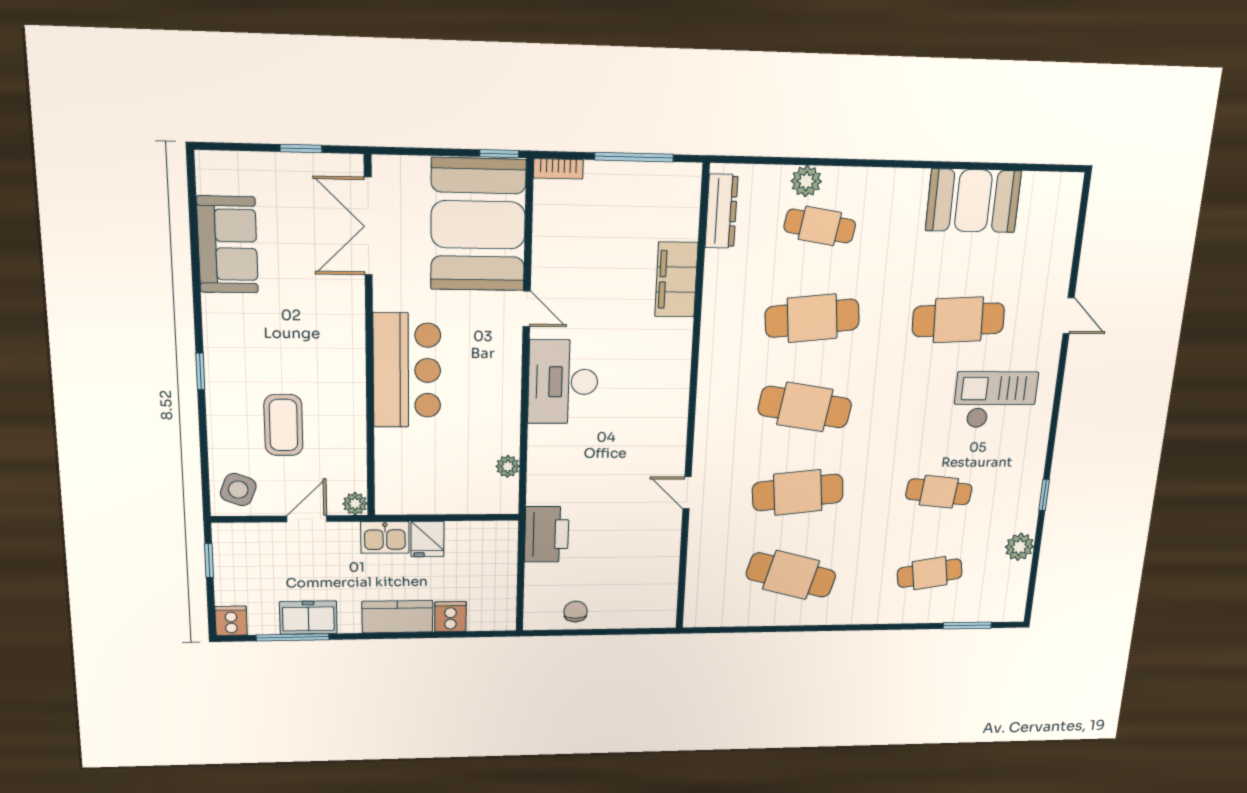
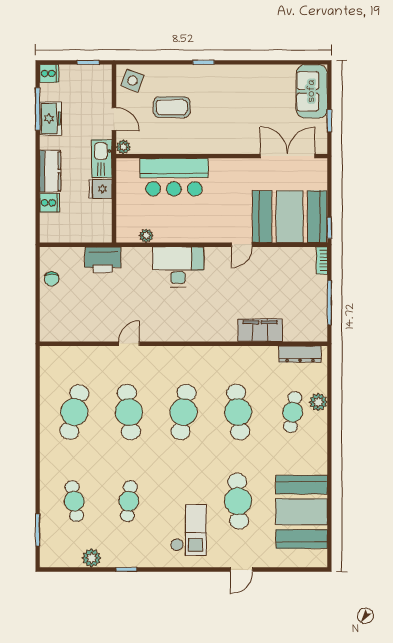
booth: (973, 201) -> (302, 512), width x1.36, depth x1.42
sofa: (227, 245) -> (312, 91), moved, turned 90
bar counter: (407, 370) -> (174, 177), moved
desk: (563, 382) -> (178, 267), moved
kitchen sink: (385, 537) -> (102, 159), width x1.38
chair: (576, 612) -> (52, 279), turned 90

